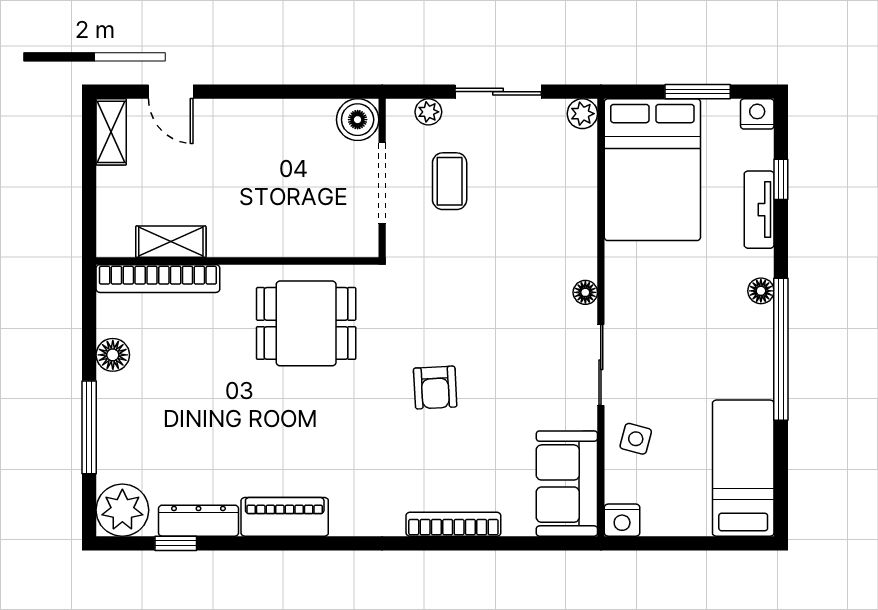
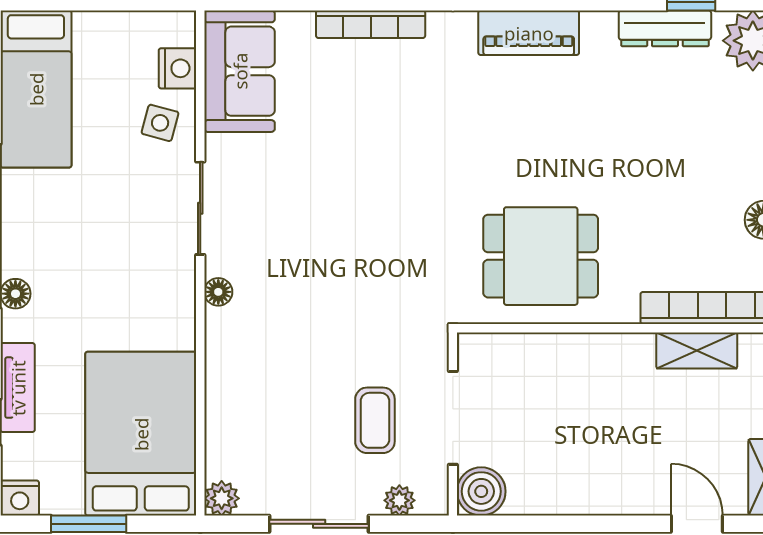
armchair: (435, 388) -> (392, 182), removed
piano: (285, 517) -> (529, 33), moved
nightstand: (622, 520) -> (177, 68), moved, turned 90

